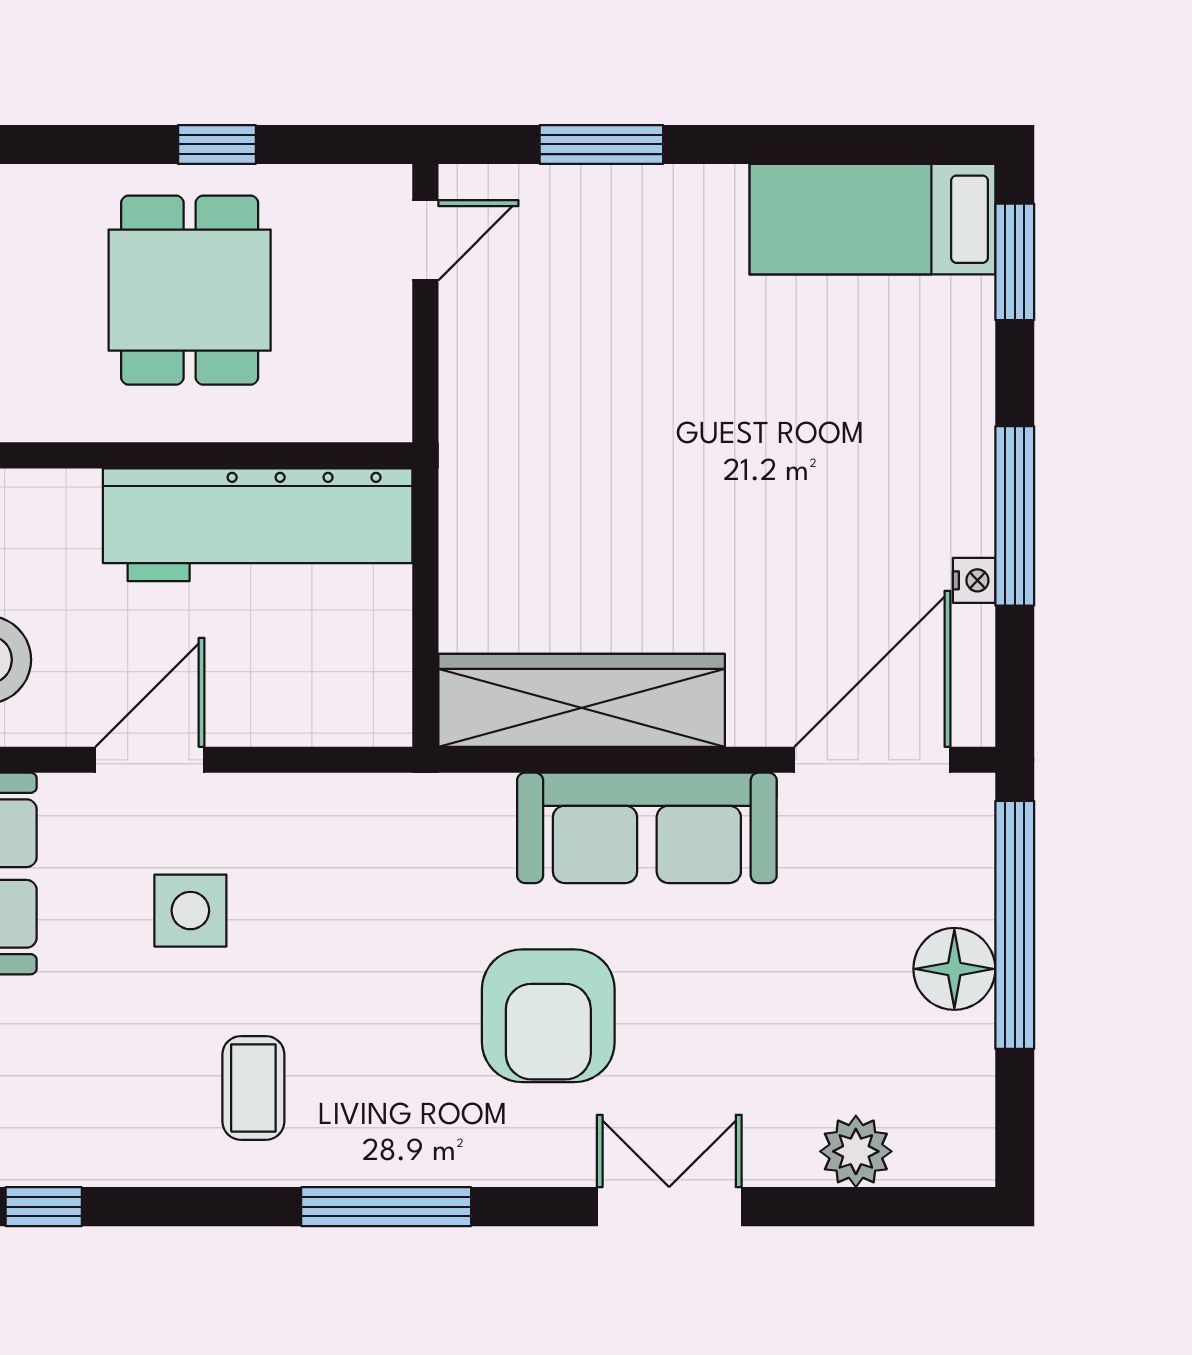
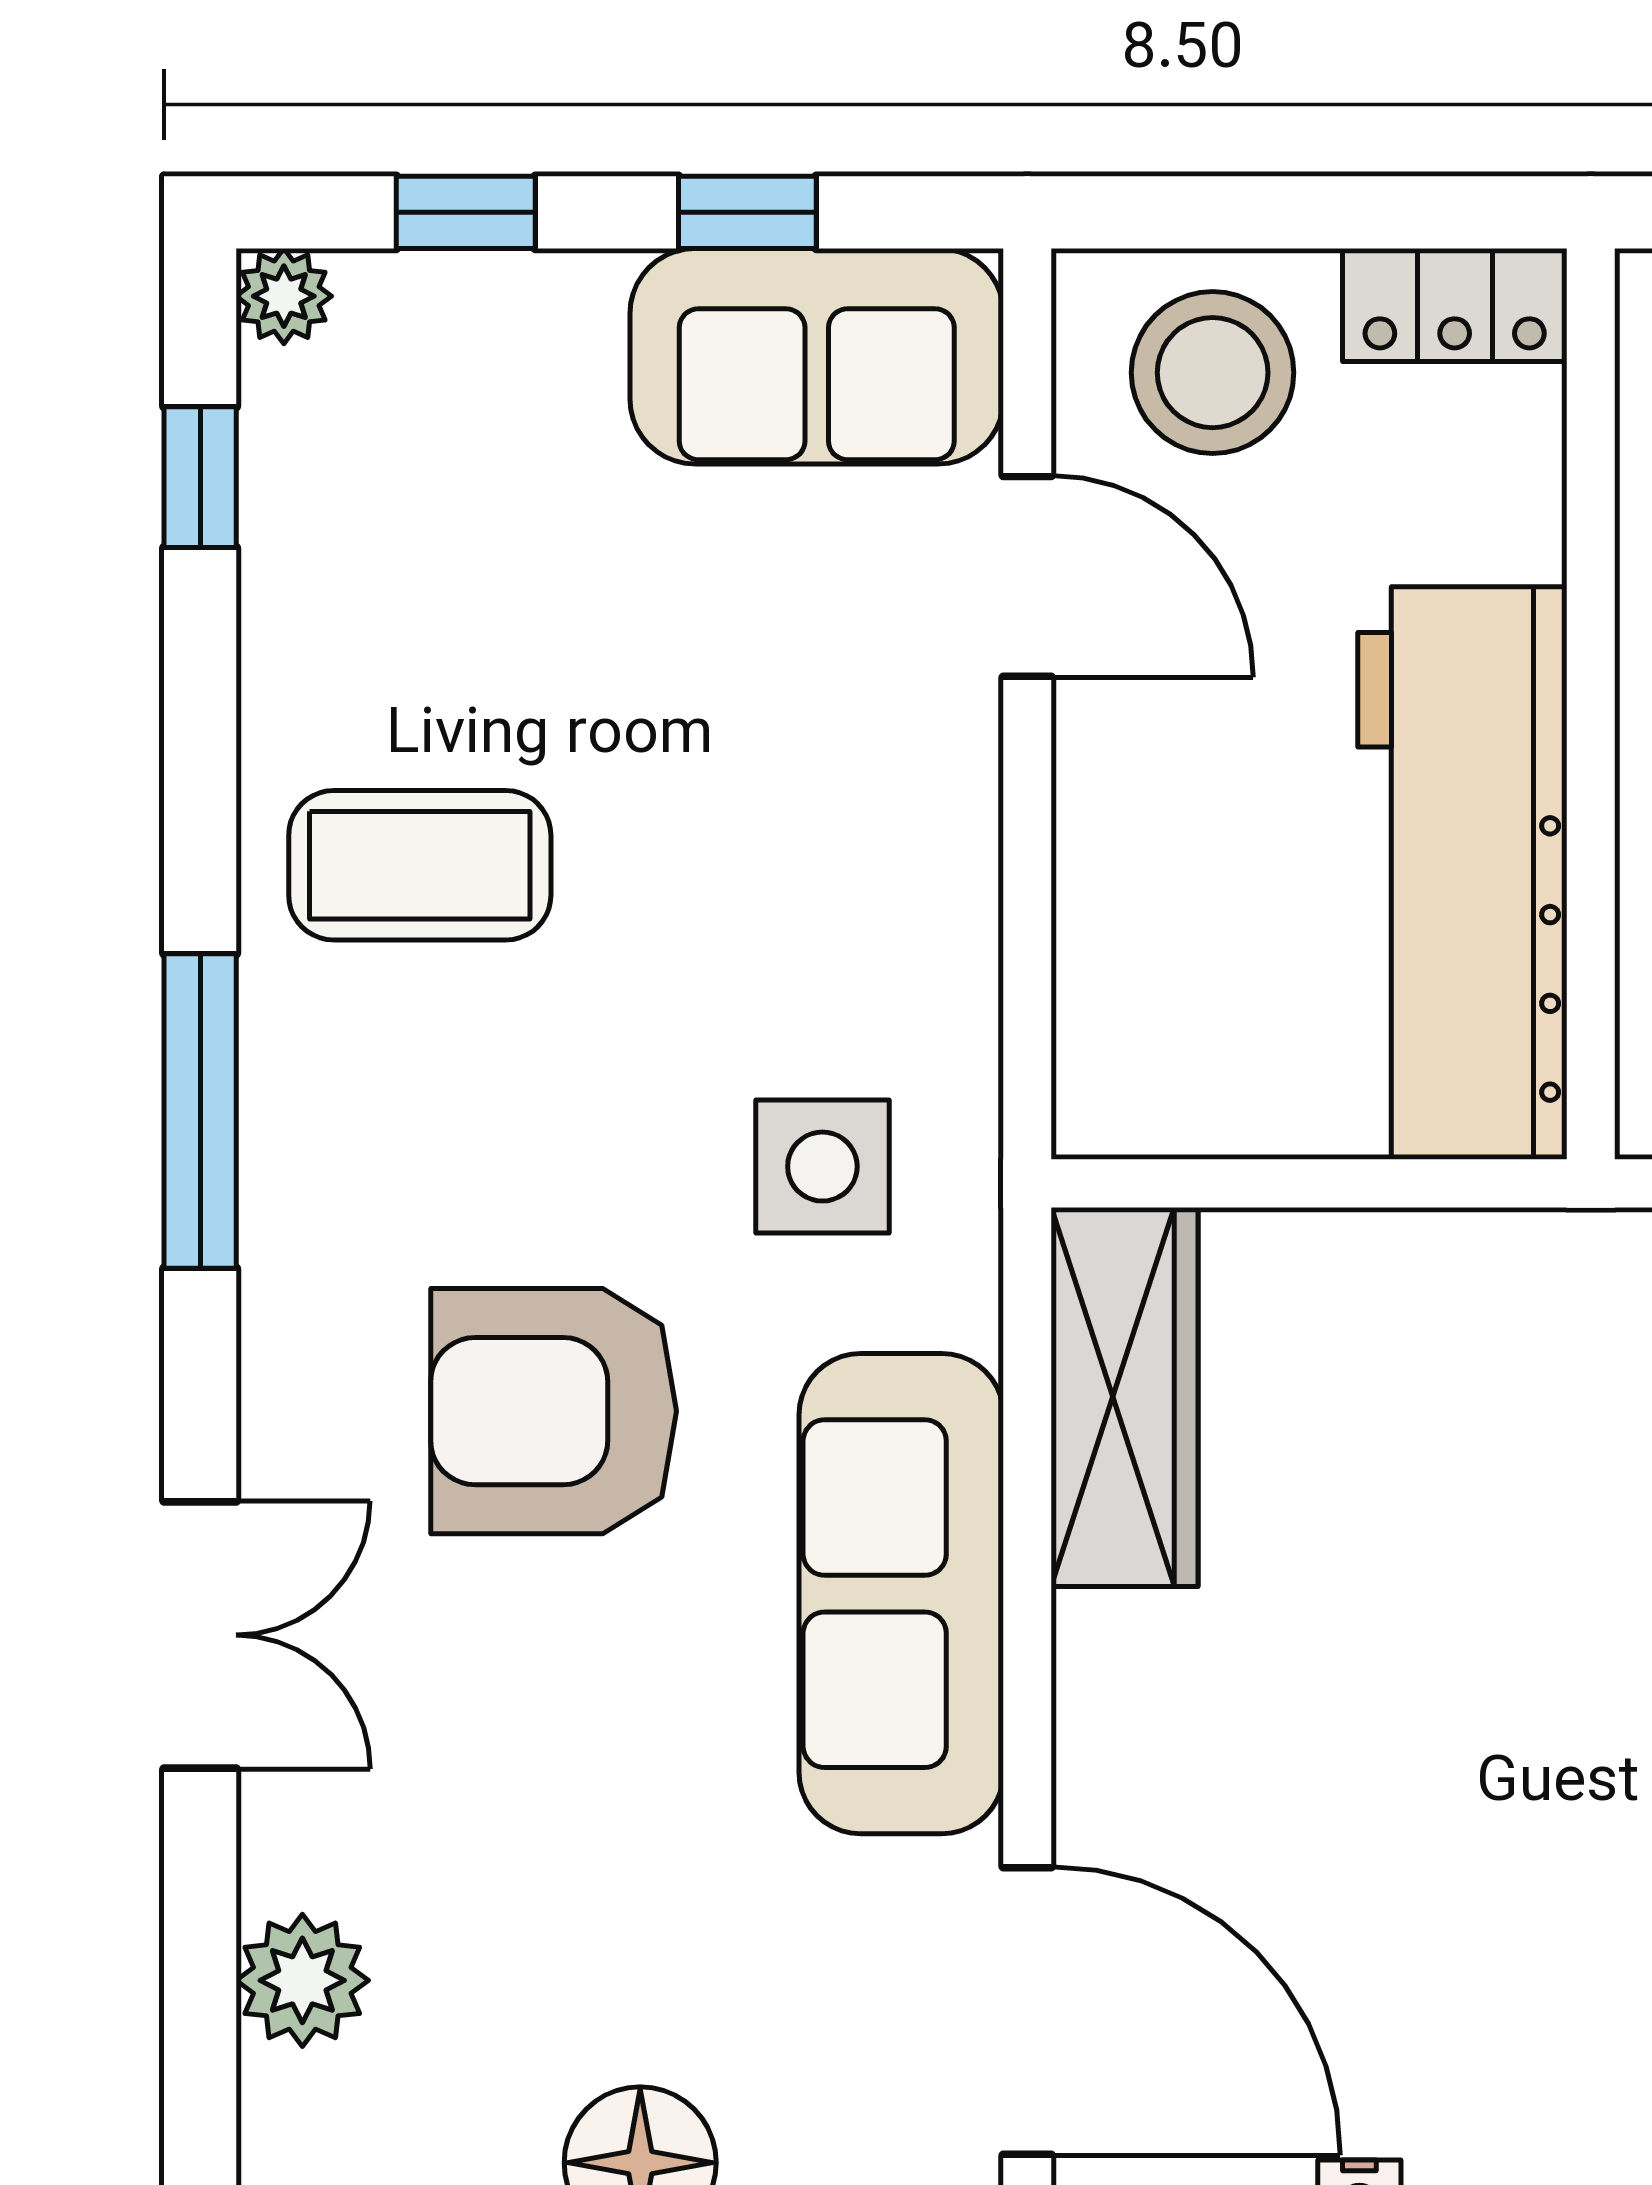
wardrobe: (582, 700) -> (1125, 1397), width x0.71, depth x0.85
door: (150, 760) -> (1027, 576), moved
side table: (190, 911) -> (822, 1167), moved
coffee table: (253, 1088) -> (420, 865), width x1.36, depth x1.30

